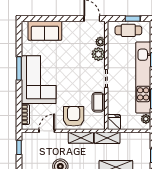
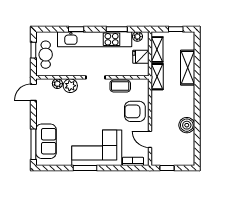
window: (42, 19) -> (33, 144), added
fridge: (114, 122) -> (141, 57), moved
shelving: (81, 138) -> (157, 49), moved

